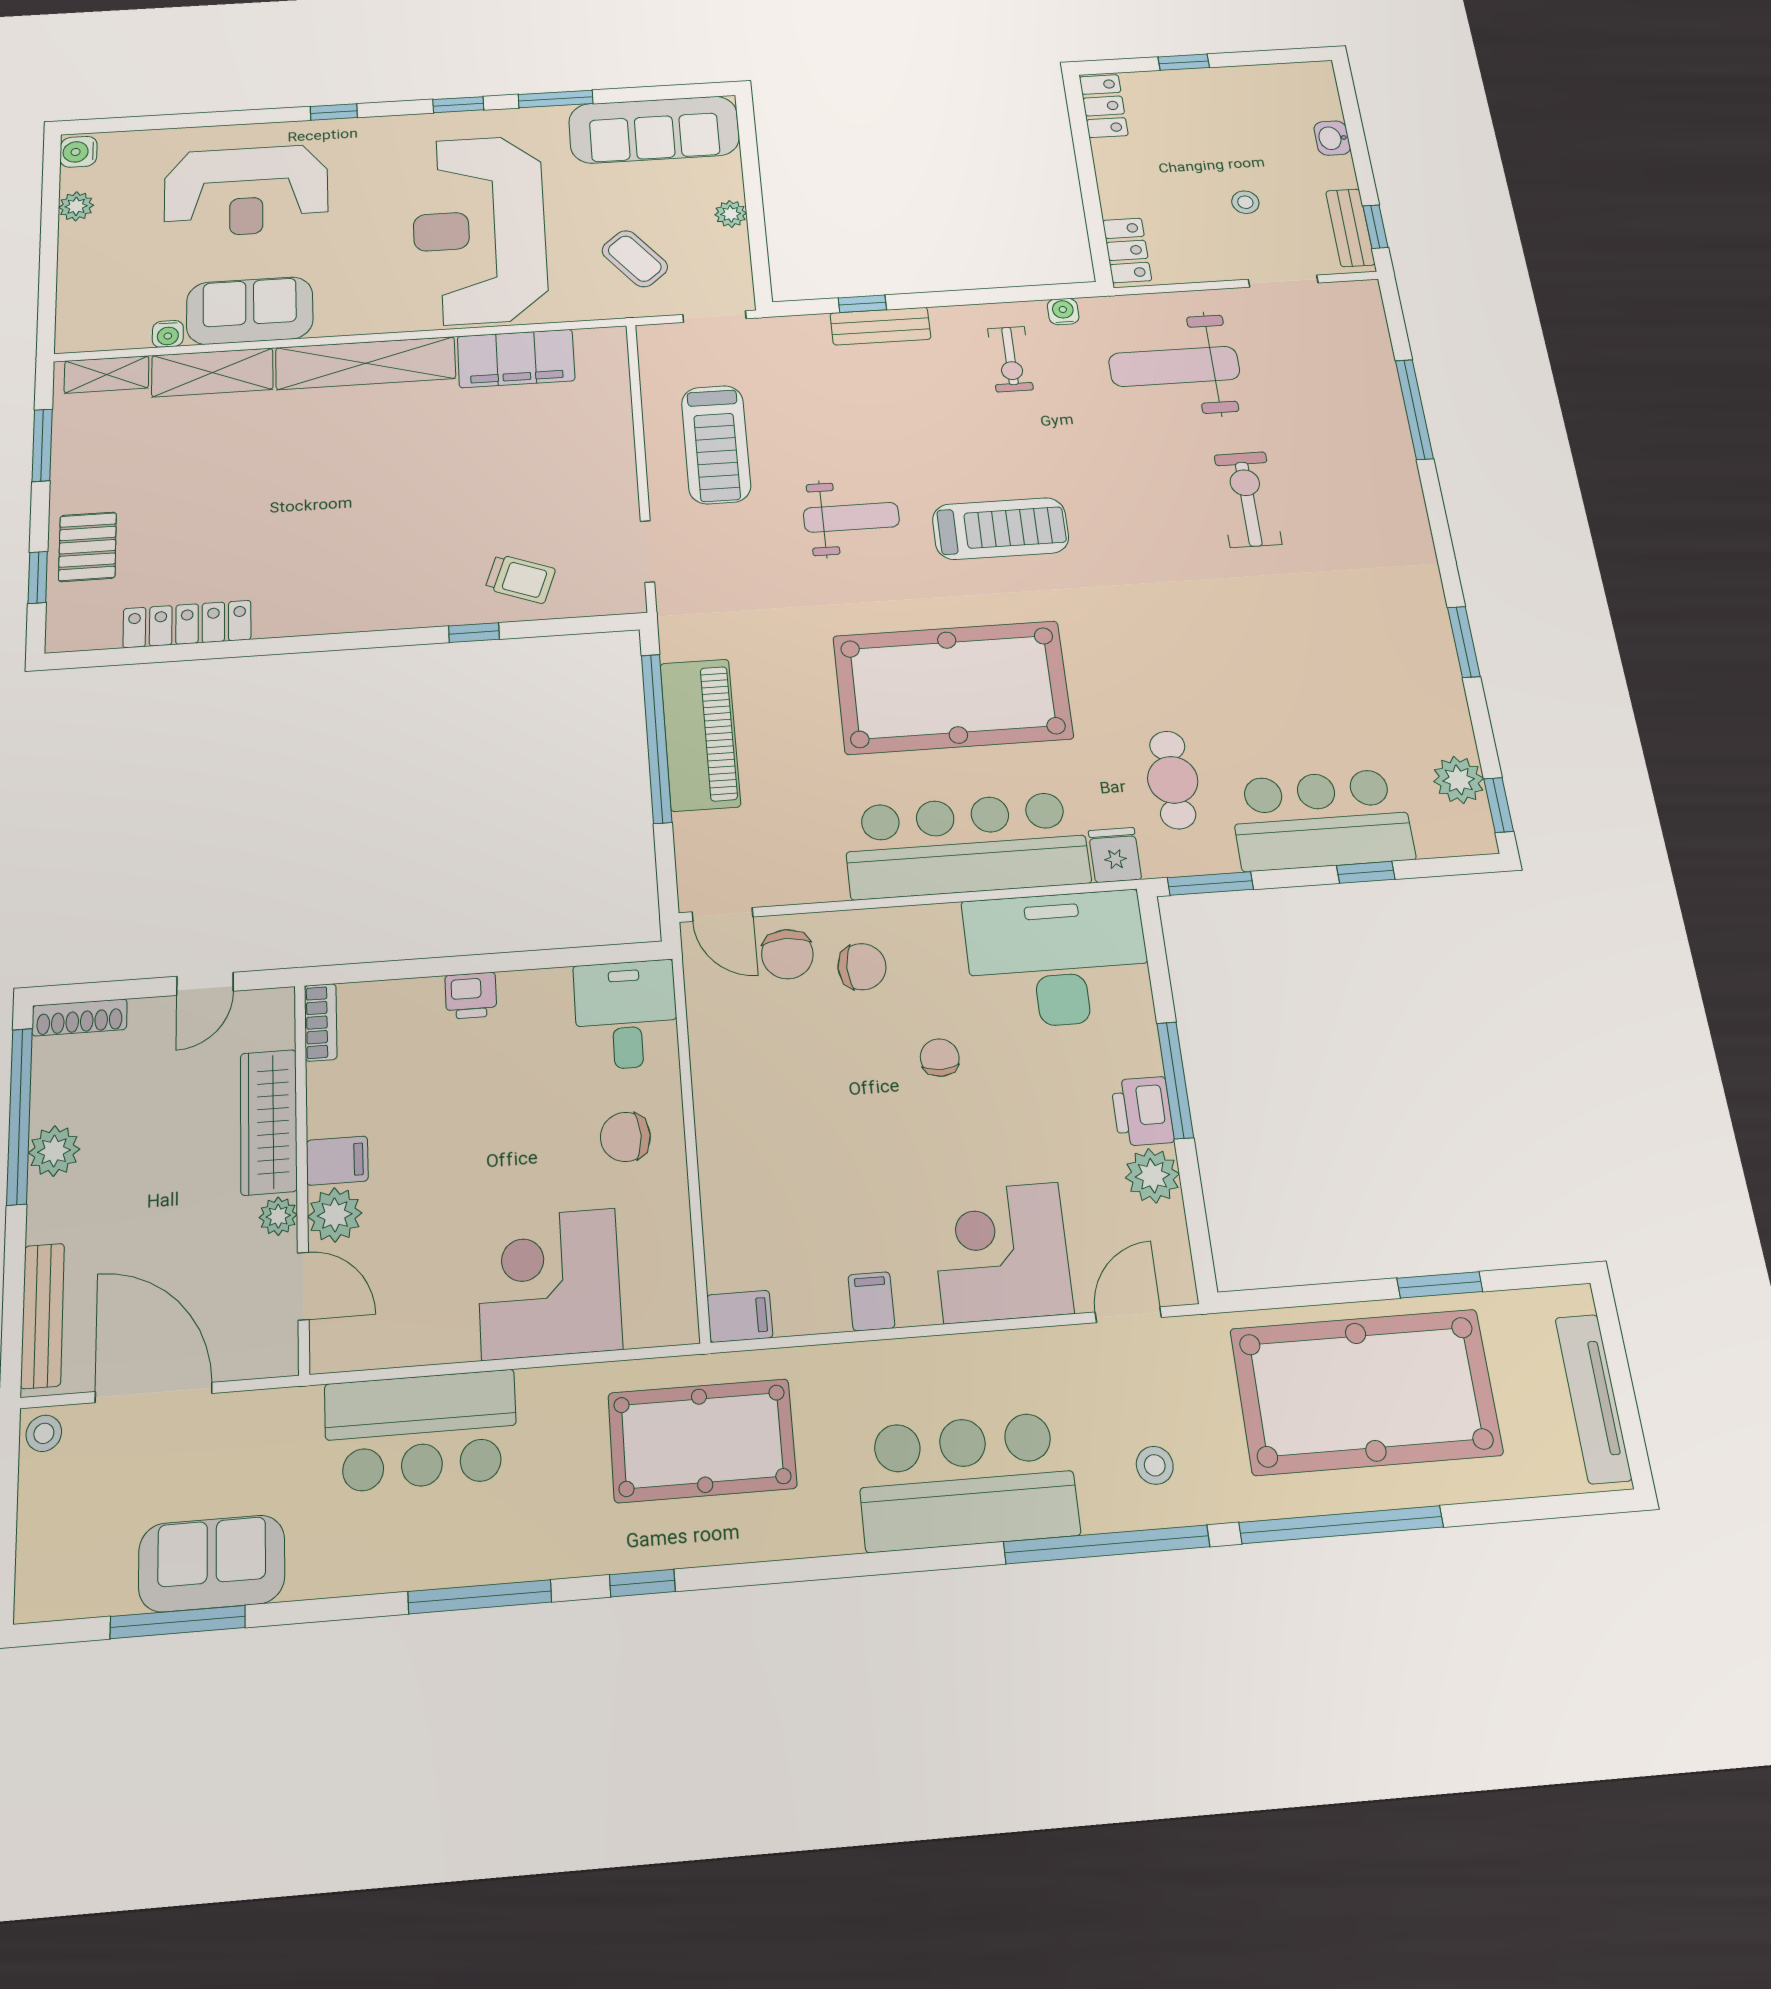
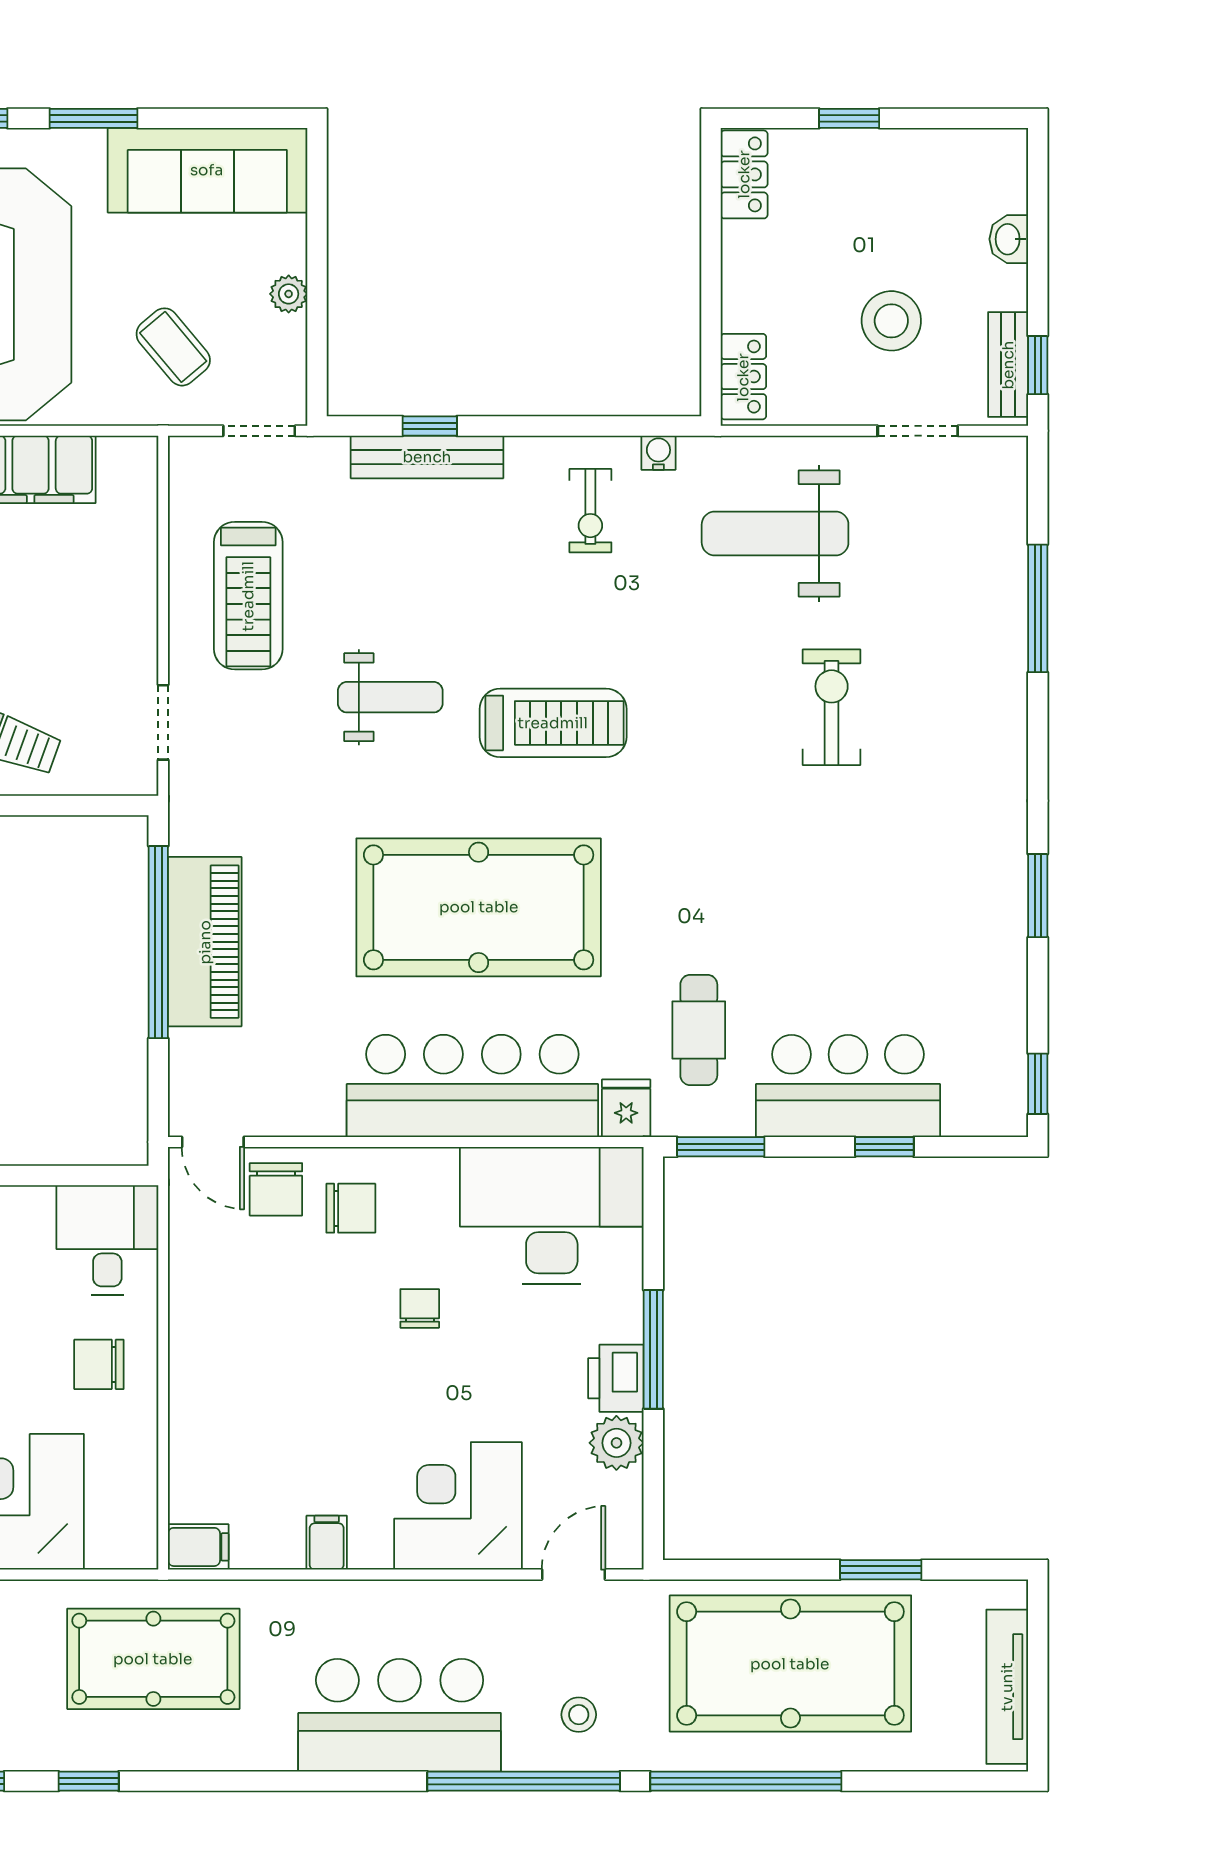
stool: (1245, 202) -> (891, 321), width x1.89, depth x1.89
bench: (880, 326) -> (427, 457), width x1.36
plant: (1459, 780) -> (1001, 1053), removed

